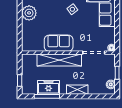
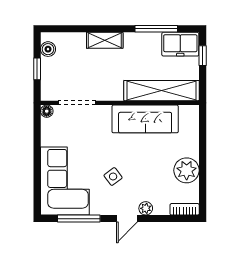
sofa: (59, 43) -> (145, 119), width x1.36
shelving: (59, 60) -> (161, 91), moved
freezer: (48, 87) -> (180, 44), moved

